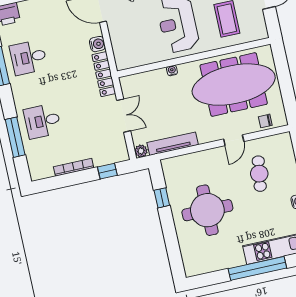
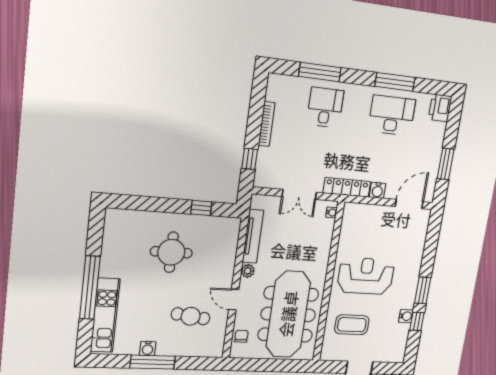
desk: (28, 57) -> (392, 115), width x1.37
water cooler: (172, 70) -> (331, 212), moved
plant: (141, 151) -> (248, 271), moved
round table: (207, 210) -> (171, 252), width x0.73, depth x0.73

